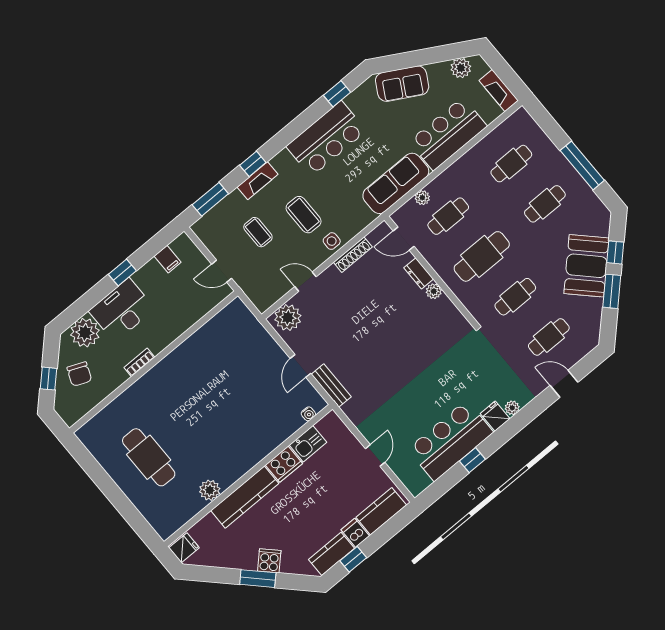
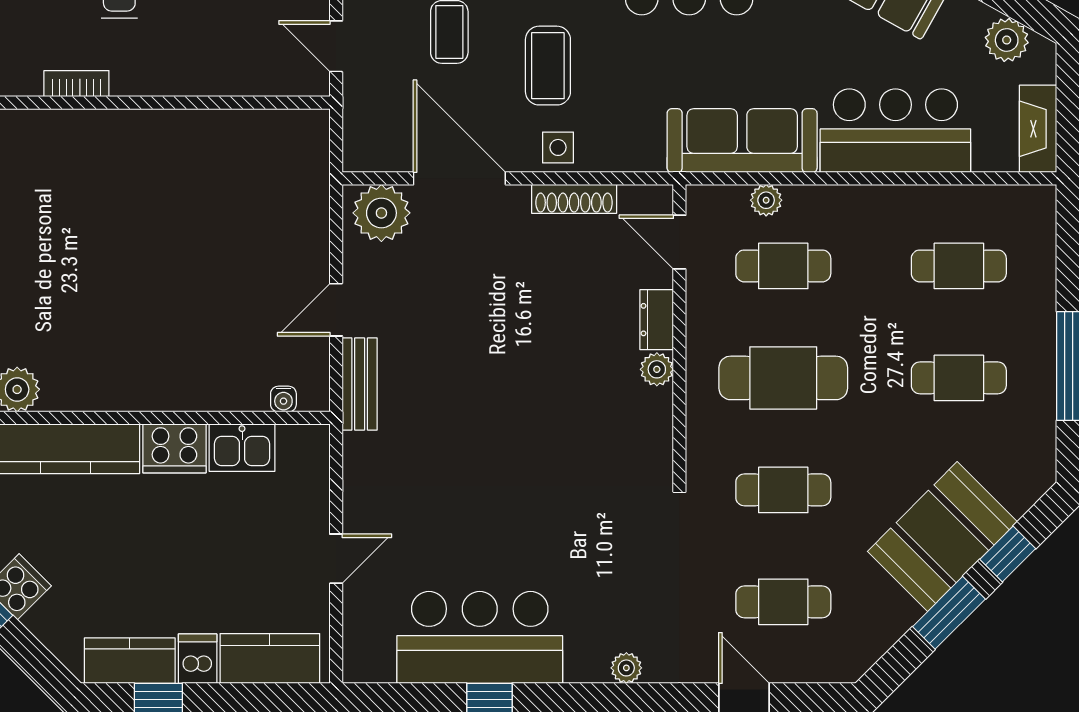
door: (306, 282) -> (459, 178), width x1.88
fridge: (495, 416) -> (587, 658), removed

